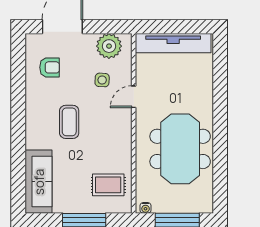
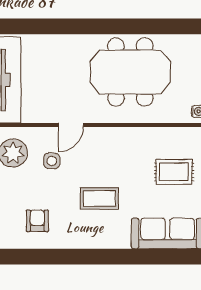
door: (134, 97) -> (71, 125), hinge flipped
rug: (108, 185) -> (174, 172), moved, turned 90

